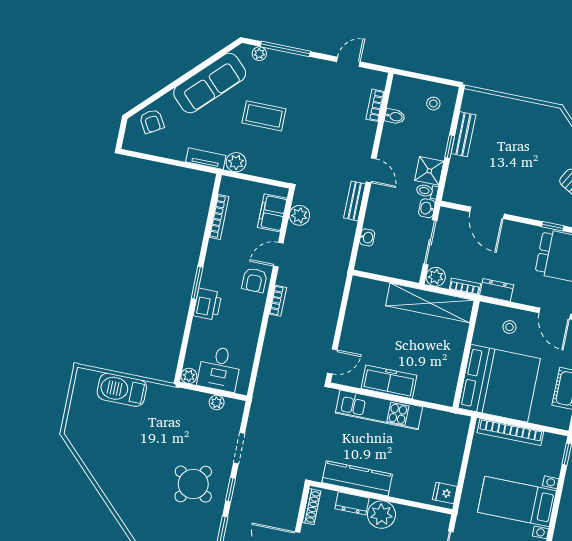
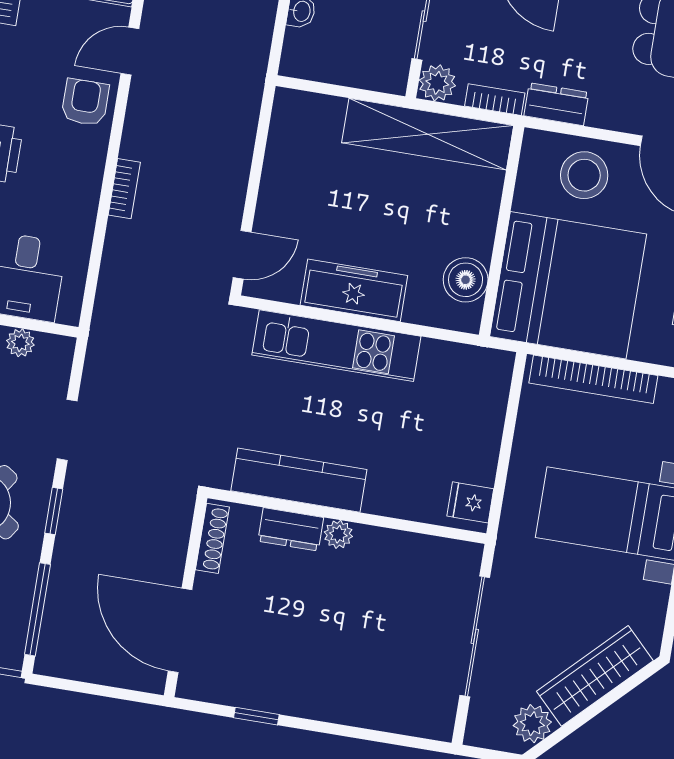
armchair: (254, 280) -> (85, 102), turned 180
bookcase: (278, 301) -> (124, 189), moved
stool: (509, 327) -> (584, 175), width x1.89, depth x1.89
boiler: (447, 379) -> (466, 280), added
plant: (381, 515) -> (338, 534), width x0.53, depth x0.53

